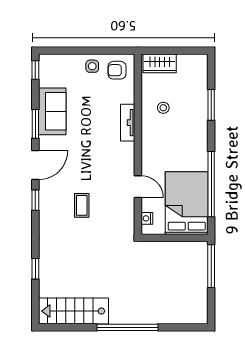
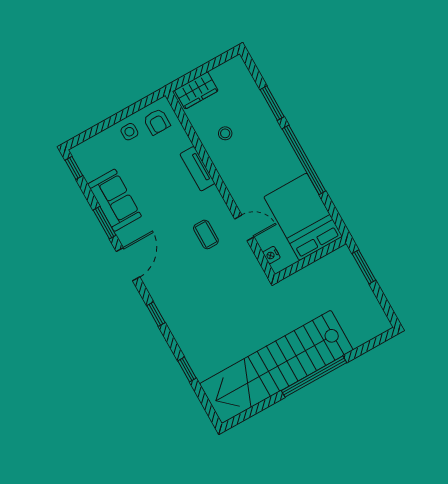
armchair: (117, 70) -> (157, 122), turned -90
window: (211, 184) -> (304, 160), moved
window: (35, 200) -> (156, 314), moved
coffee table: (82, 205) -> (206, 234), moved
window: (211, 266) -> (364, 267), width x0.69
stairs: (73, 311) -> (276, 367), width x1.86, depth x1.51

